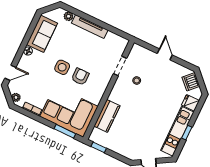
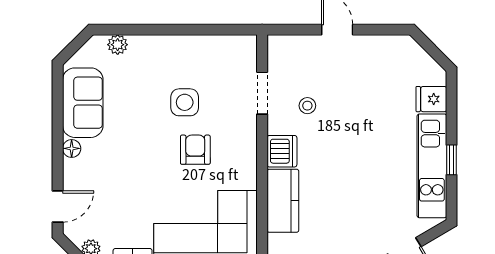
tv unit: (90, 27) -> (168, 45), removed
side table: (62, 67) -> (185, 102), moved
dishwasher: (191, 82) -> (282, 151), moved, turned -135

